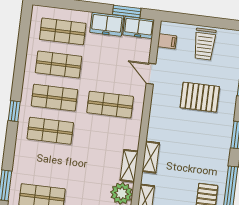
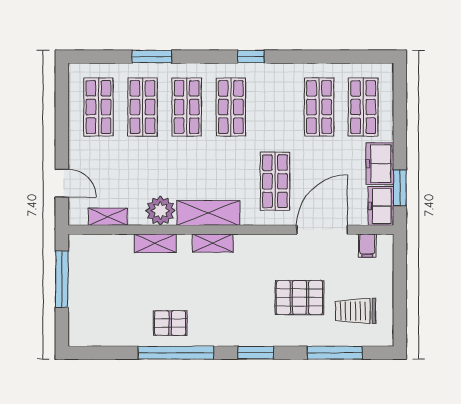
trolley: (205, 44) -> (356, 311), moved
door: (151, 74) -> (322, 230), width x1.88
pallet: (200, 97) -> (299, 298), turned 90
shop shelf: (54, 98) -> (187, 107), moved
shelving: (129, 166) -> (208, 213), width x1.50, depth x1.33

